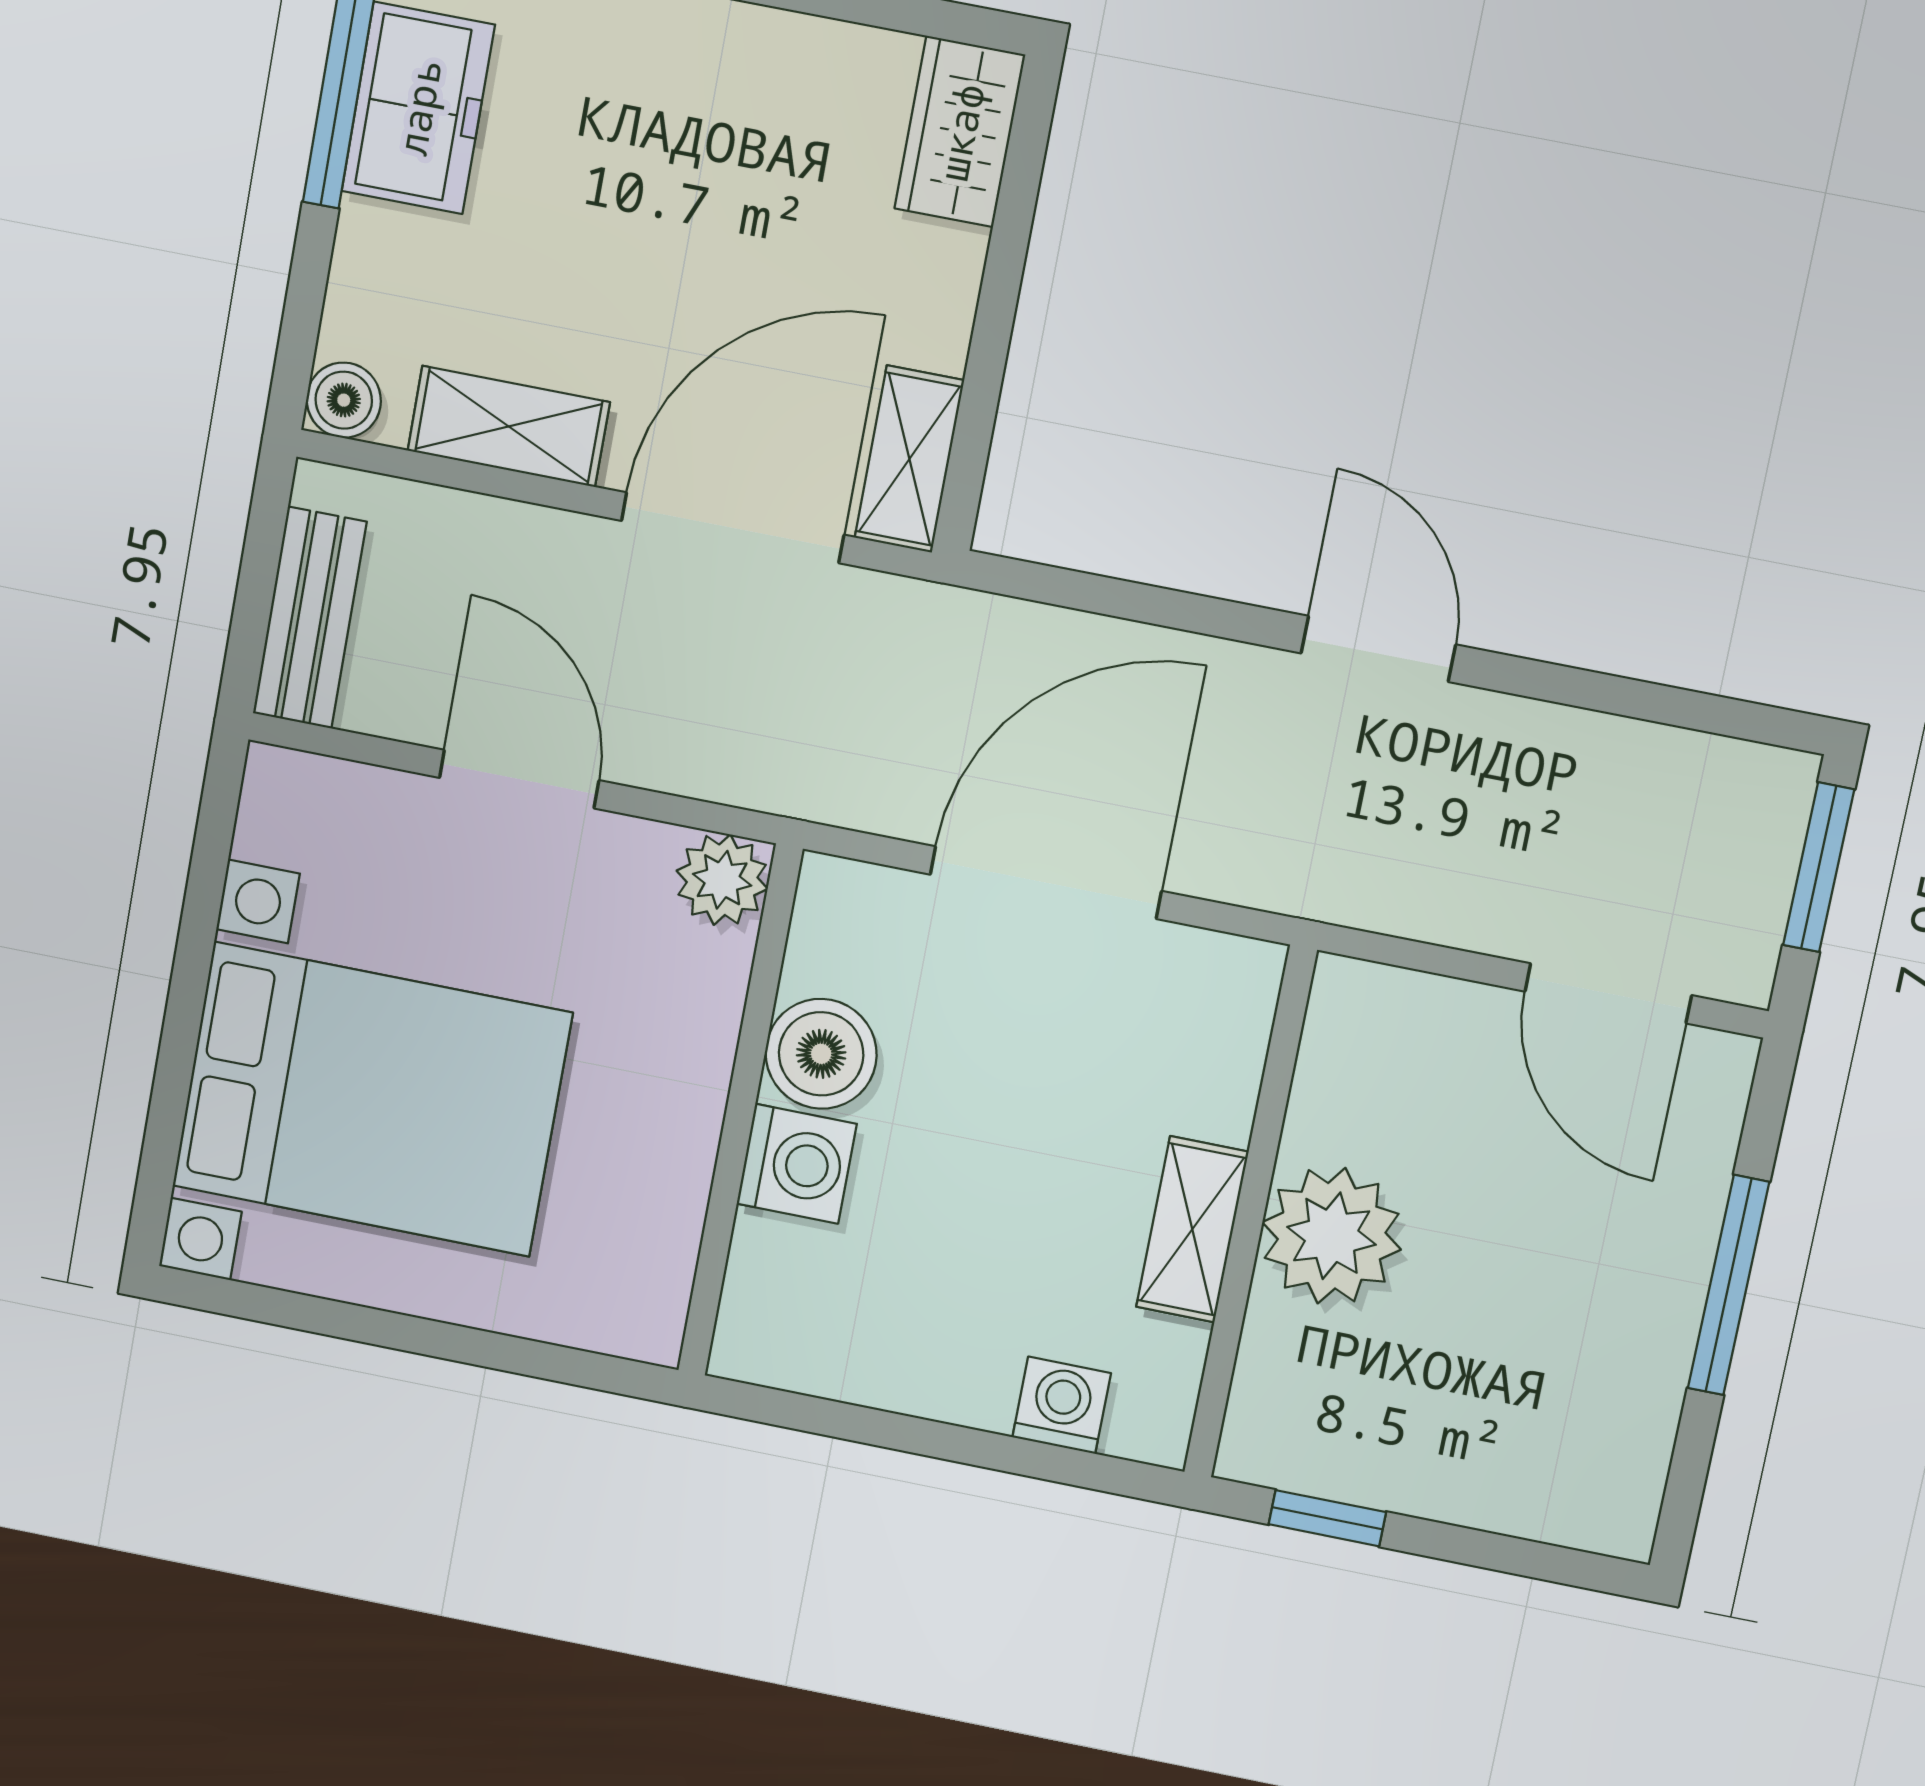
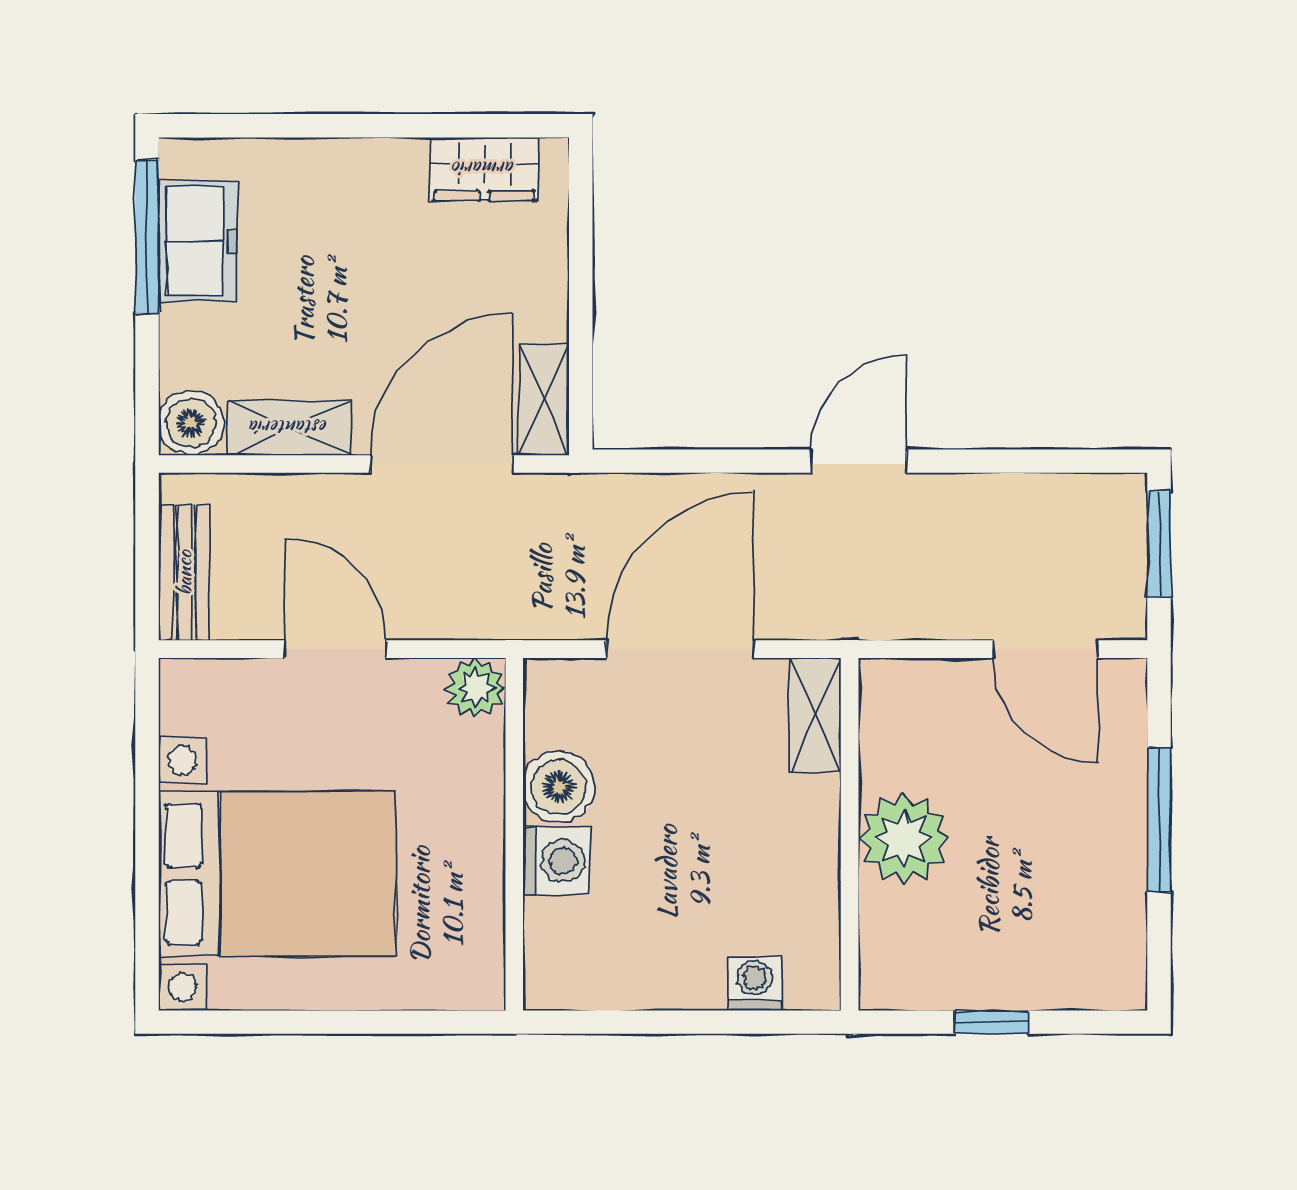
wardrobe: (960, 132) -> (484, 169), moved, turned -90
boiler: (344, 400) -> (191, 423), width x1.36, depth x1.36
door: (1378, 649) -> (859, 461), hinge flipped
shelving: (1192, 1229) -> (815, 715), moved
window: (1327, 1518) -> (992, 1022), moved

